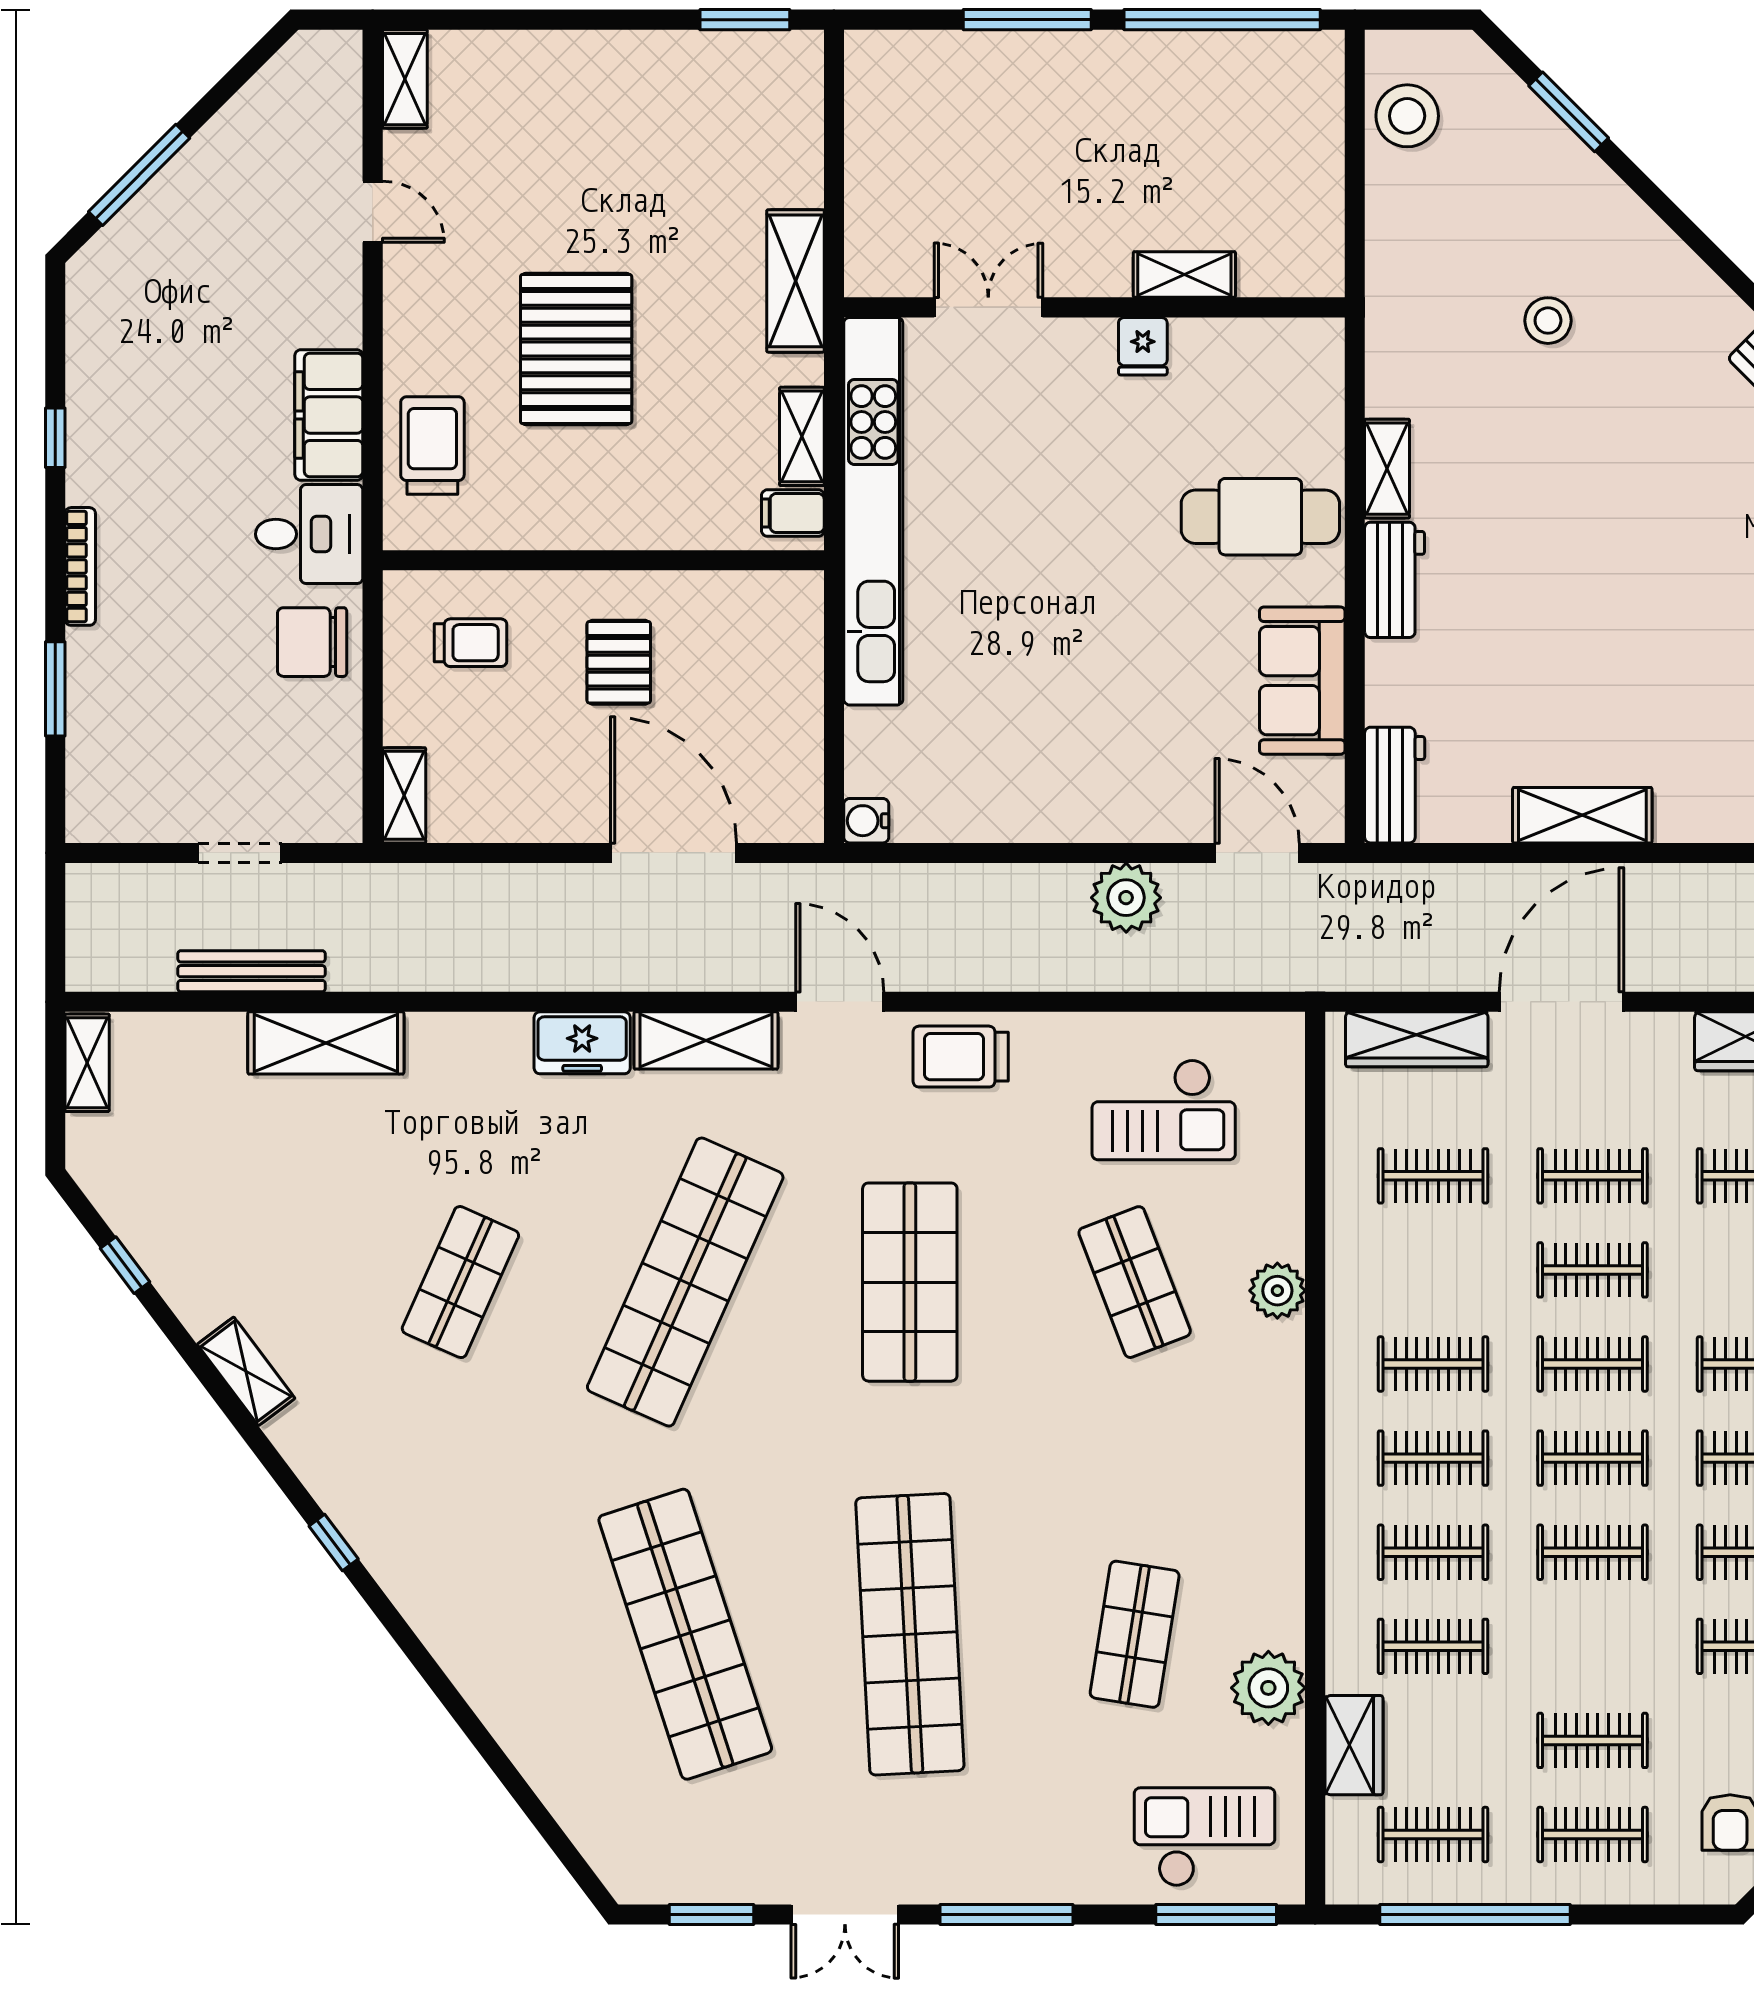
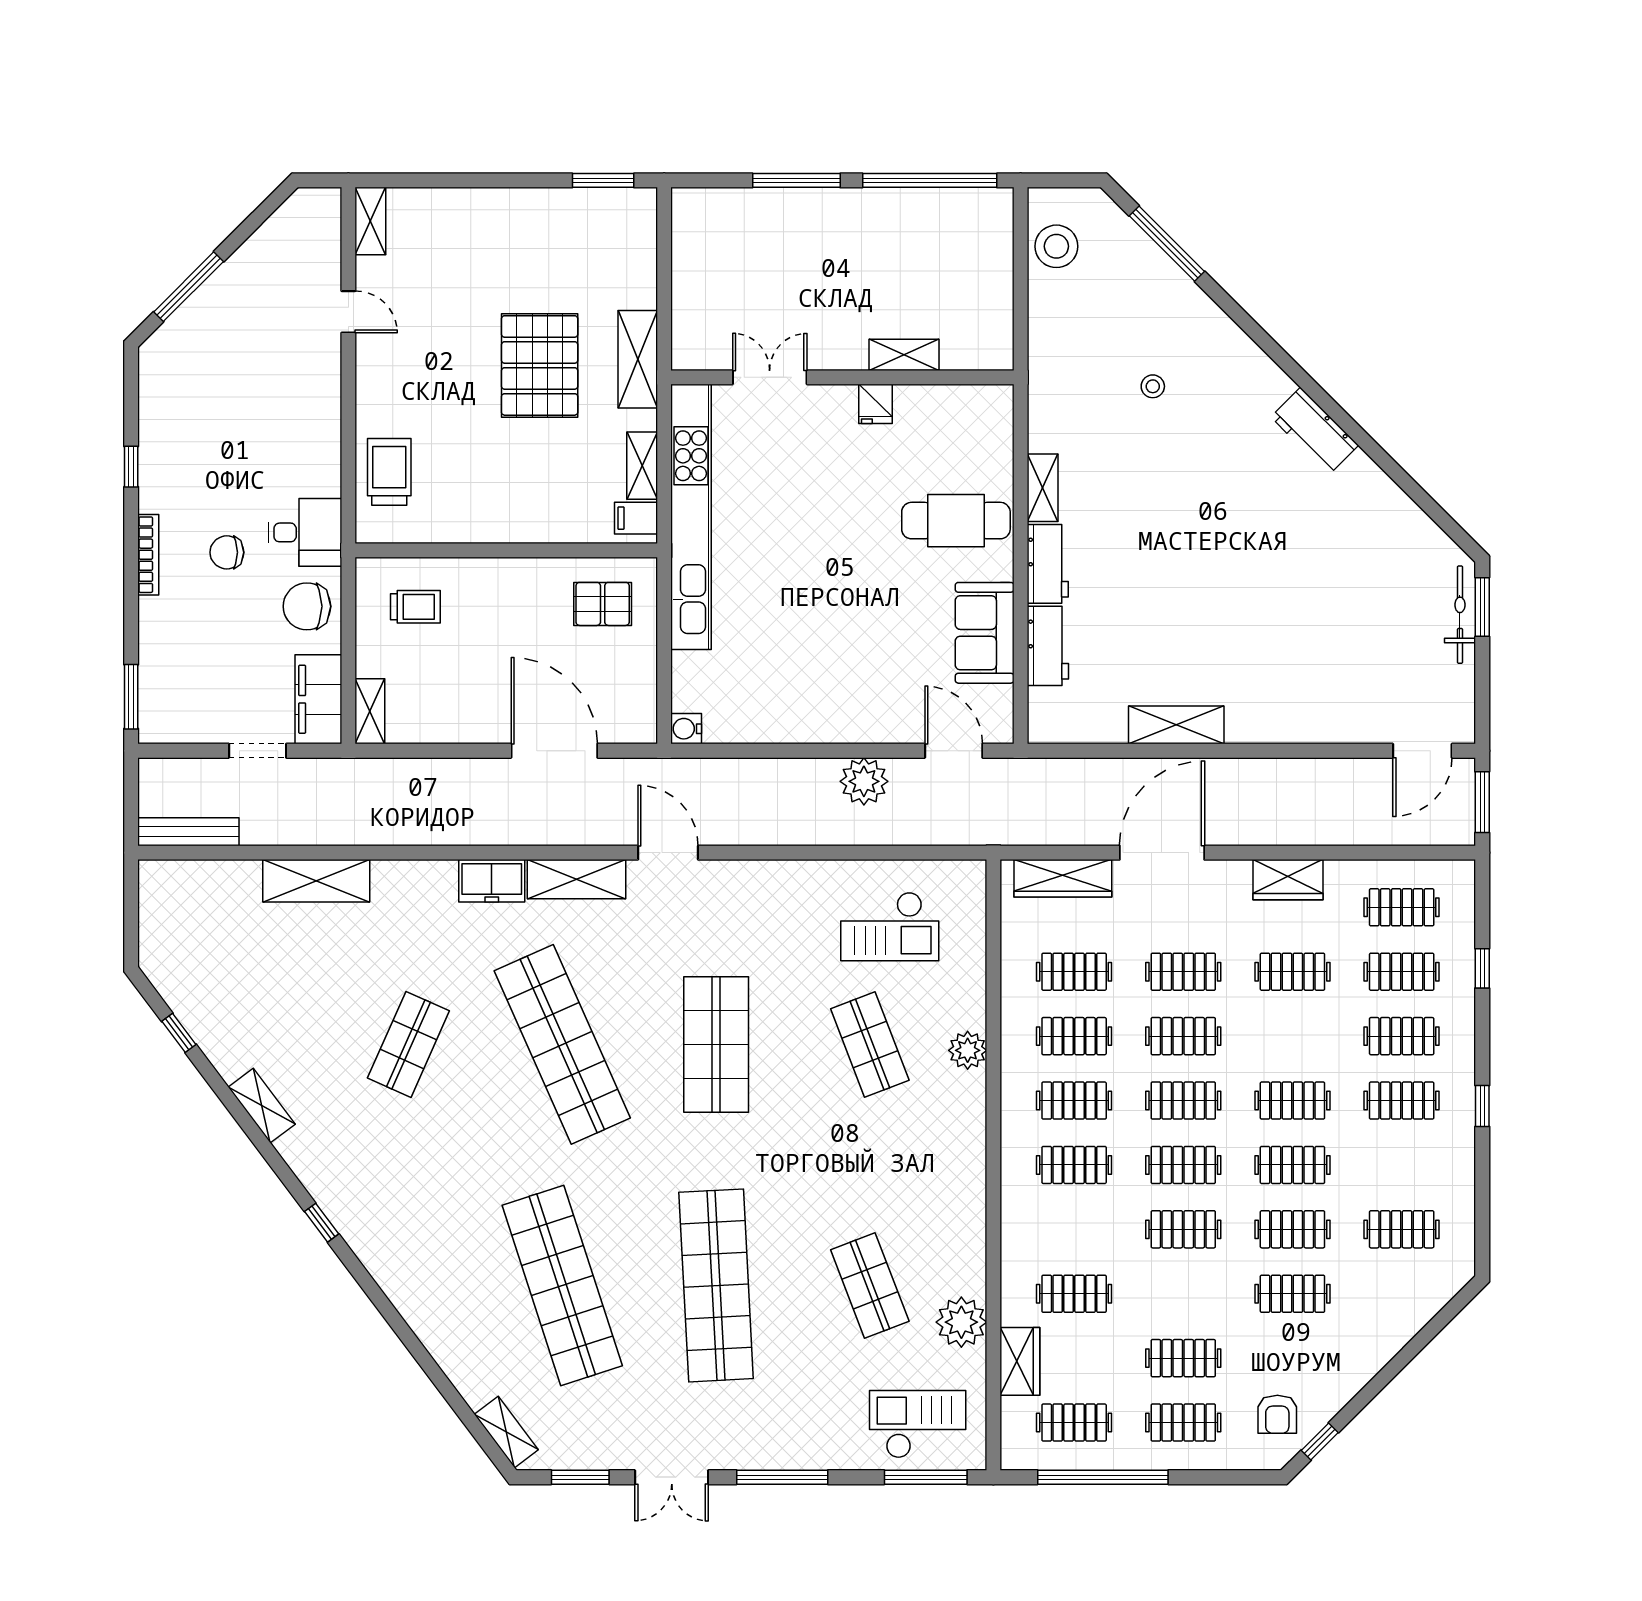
window: (1569, 112) -> (1167, 244), width x1.44
stool: (1548, 321) -> (1153, 386), width x0.73, depth x0.73
pallet: (576, 349) -> (540, 365), moved
filing cabinet: (329, 415) -> (318, 699), moved
chair: (195, 563) -> (227, 552), added
pallet: (619, 662) -> (603, 604), moved, turned 90
window: (55, 689) -> (131, 697), moved
workbench: (1395, 785) -> (1048, 646), moved
bench: (251, 971) -> (188, 832), moved
trolley: (961, 1057) -> (751, 890), removed
shelving: (87, 1063) -> (506, 1432), moved, turned -37
shop shelf: (685, 1282) -> (562, 1044), turned -48
clothes rail: (1433, 1552) -> (1074, 1036), moved
shop shelf: (1135, 1634) -> (870, 1285), turned -30

